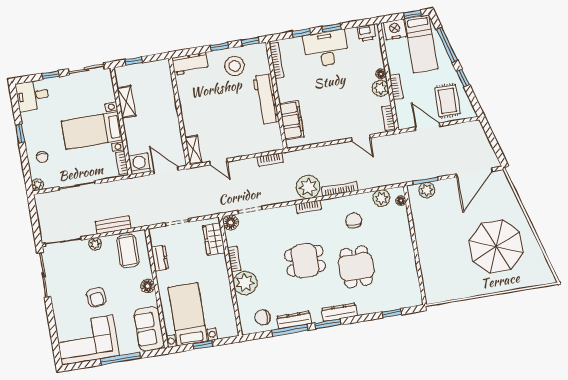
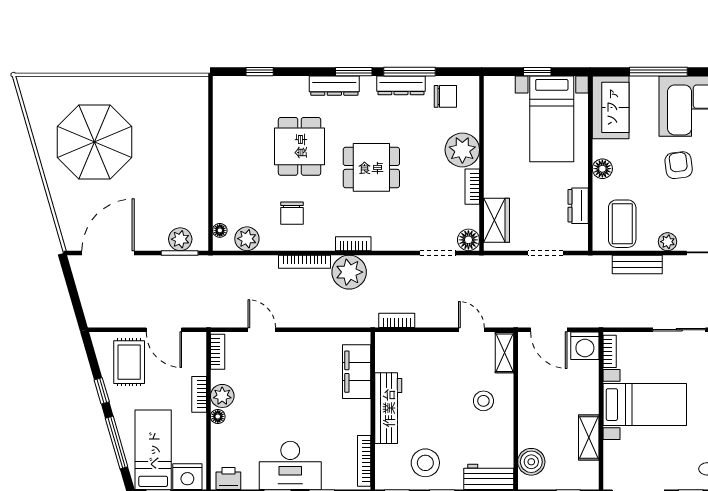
boiler: (163, 79) -> (531, 462), added
stool: (202, 115) -> (483, 401), added

